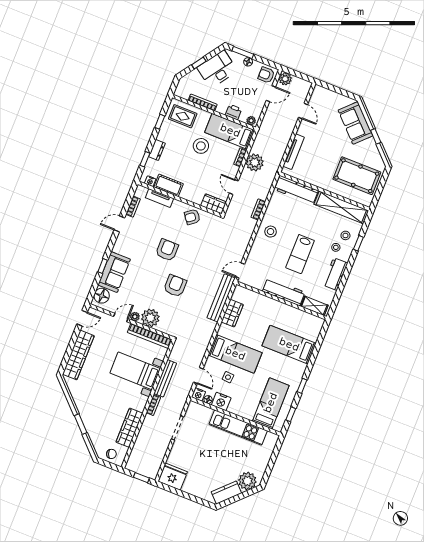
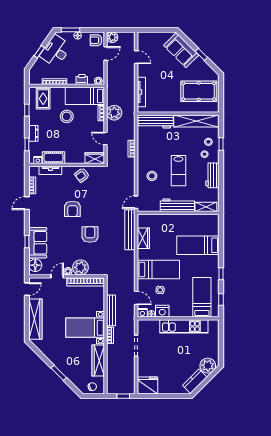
rug: (183, 116) -> (43, 99), turned 90
stool: (271, 232) -> (152, 176), moved
armchair: (167, 250) -> (72, 209), turned 180
bed with nightstands: (135, 371) -> (85, 328), moved

